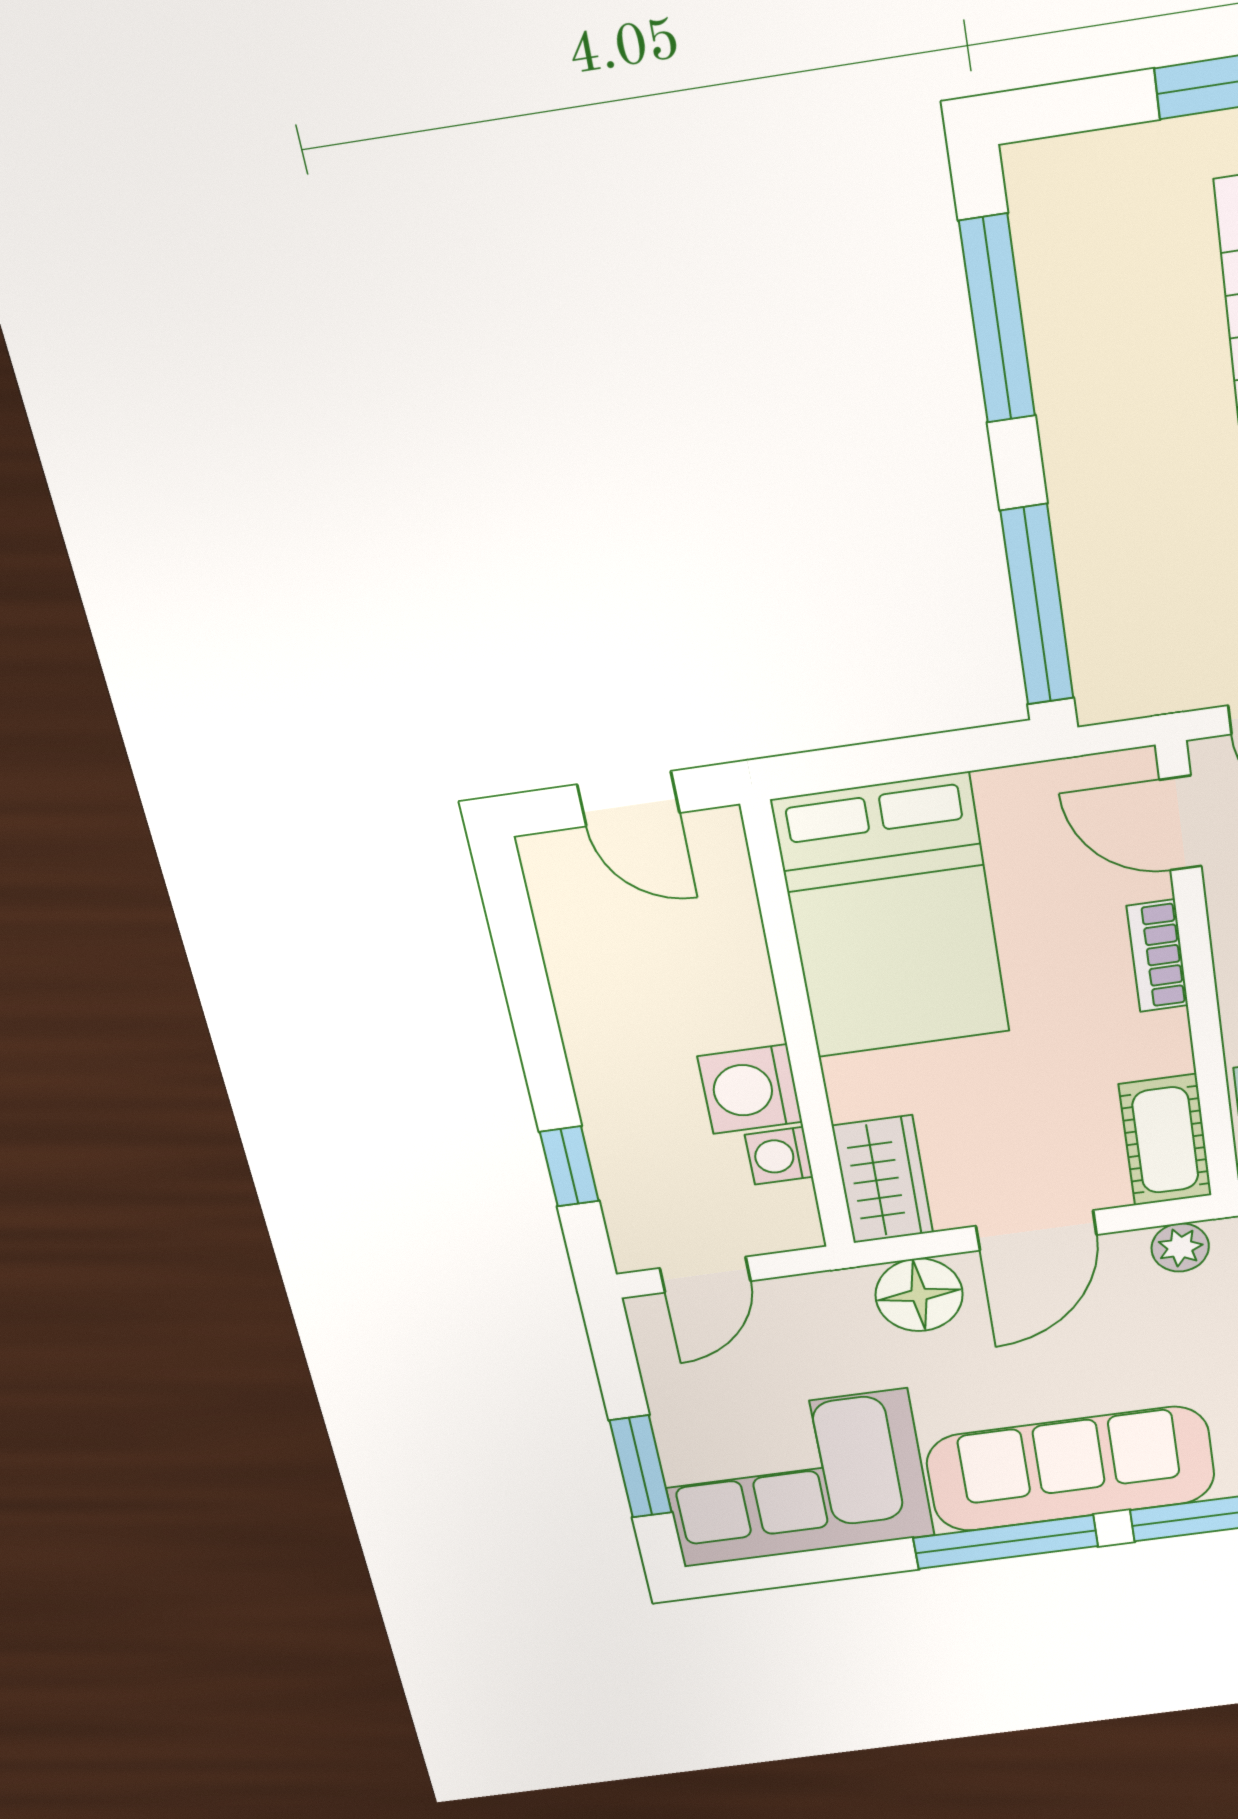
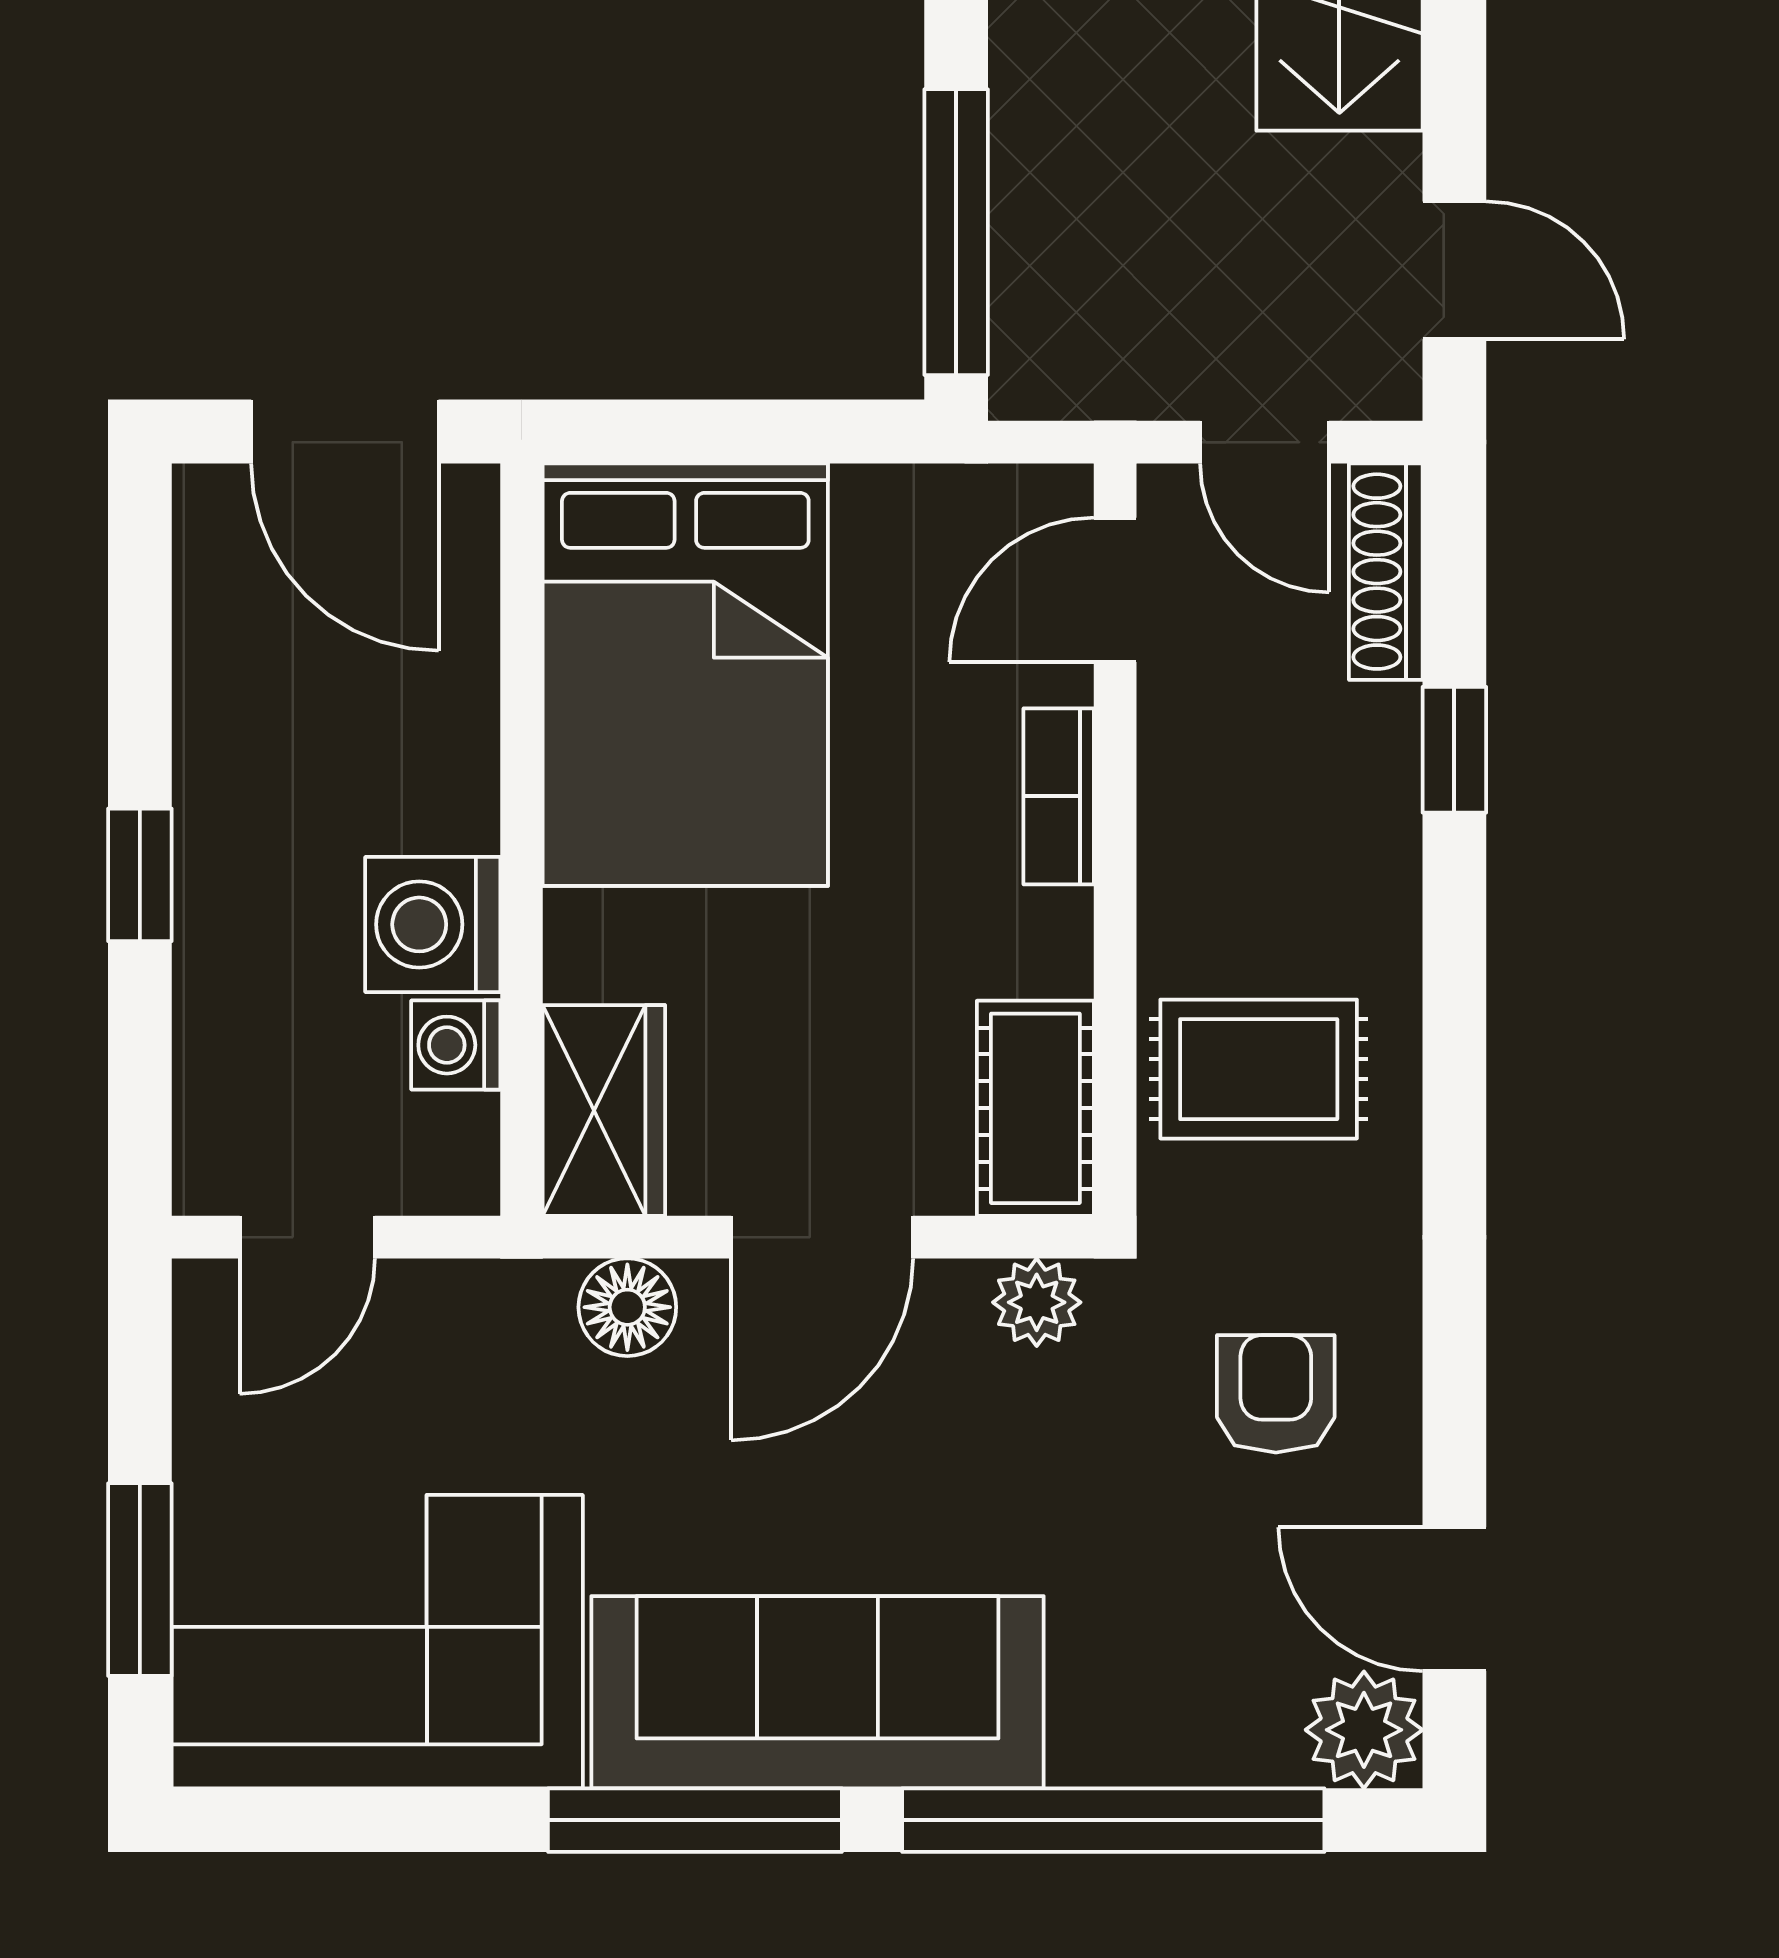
door: (628, 799) -> (345, 432), width x1.38
door: (1180, 823) -> (1115, 590), hinge flipped
window: (569, 1166) -> (140, 875), moved
floor lamp: (919, 1295) -> (627, 1307), width x0.73, depth x0.73

